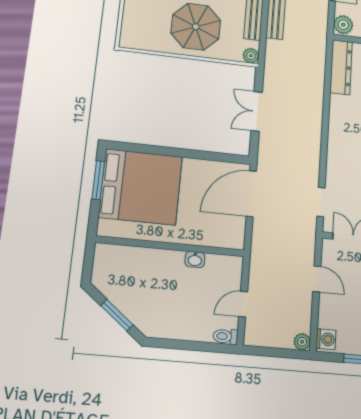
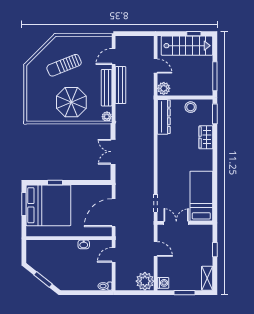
window: (156, 150) -> (55, 182), added
door: (251, 194) -> (114, 213), moved
door: (243, 304) -> (114, 255), moved
plant: (302, 342) -> (145, 281), width x1.88, depth x1.88

